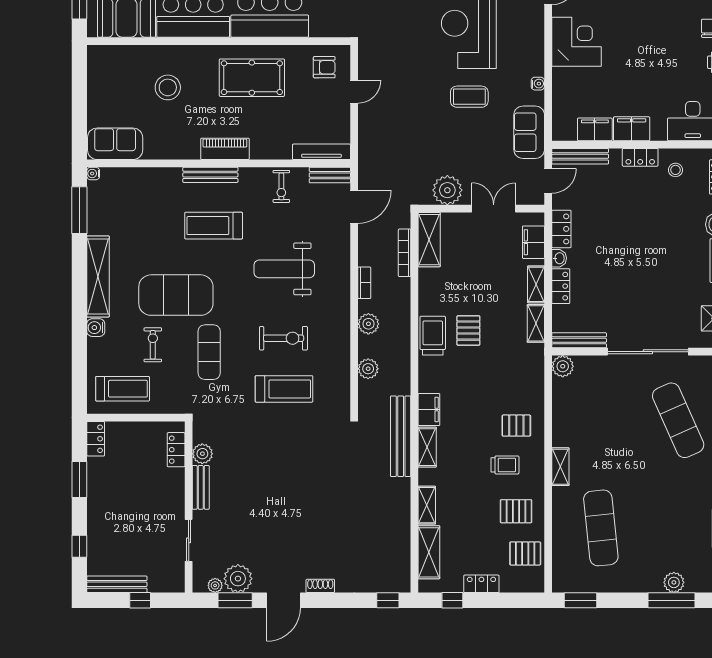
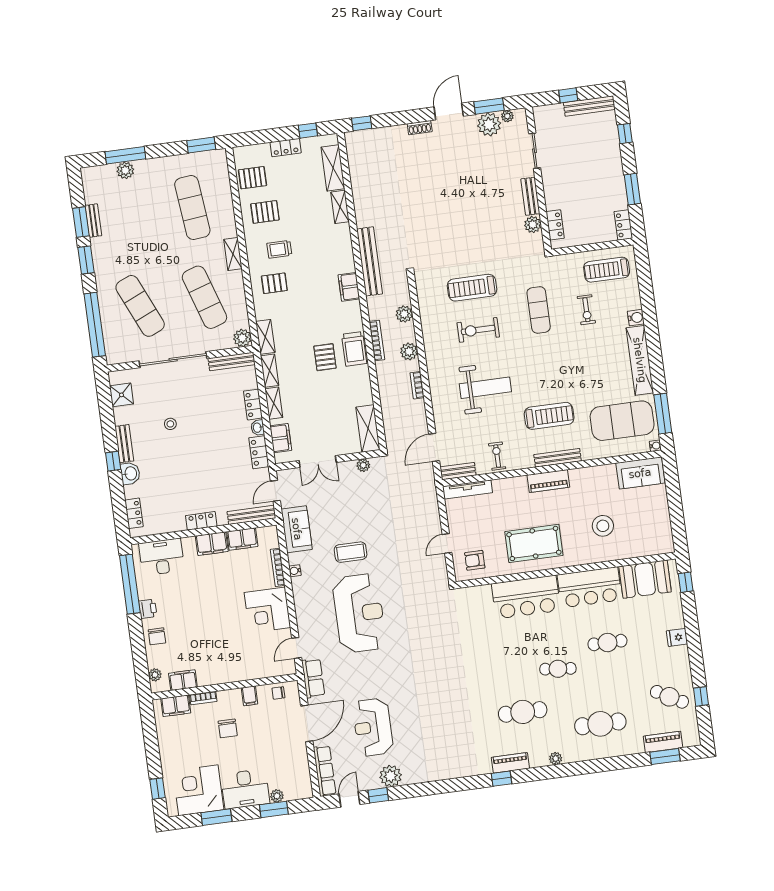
bookcase: (558, 90) -> (278, 567), added
stool: (676, 170) -> (170, 424), moved
plant: (447, 190) -> (363, 465), width x0.53, depth x0.53
bookcase: (405, 253) -> (377, 340), moved
exercise mat: (176, 295) -> (622, 421), moved
exercise mat: (601, 420) -> (204, 297), added
shelving: (427, 447) -> (265, 337), moved

